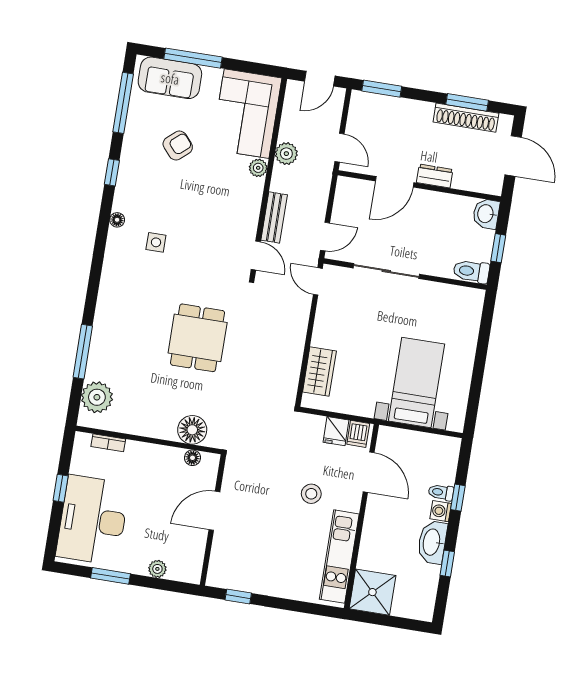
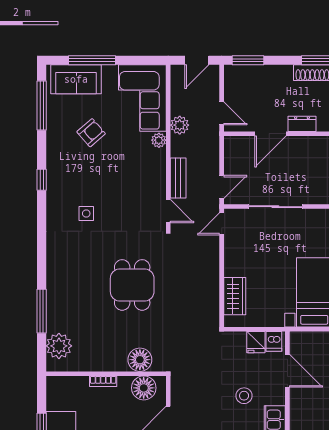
window: (112, 172) -> (42, 180), moved
floor lamp: (117, 220) -> (52, 200), removed
door: (318, 281) -> (222, 224), hinge flipped
bookcase: (108, 443) -> (103, 381), moved
floor lamp: (193, 458) -> (144, 388), width x1.89, depth x1.89

